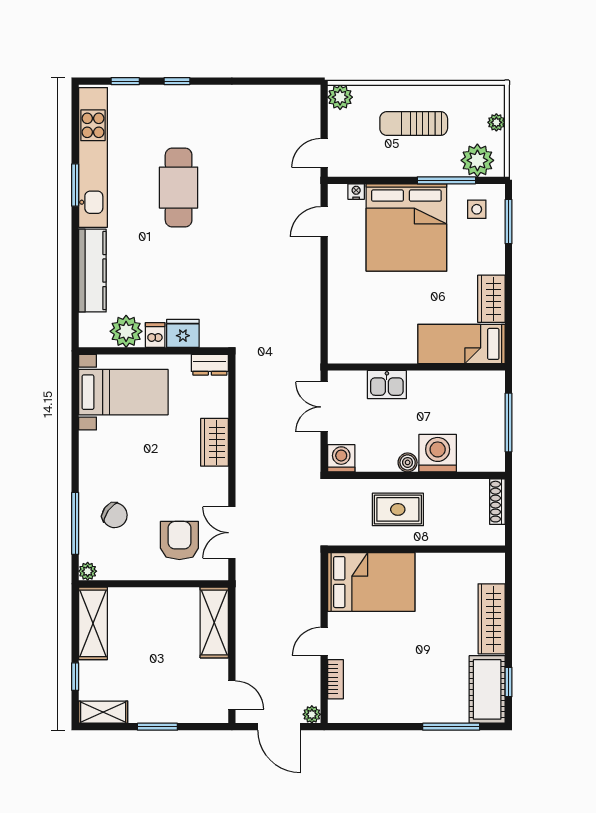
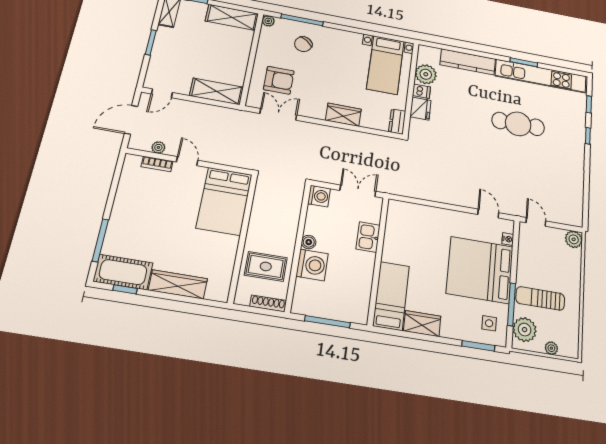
sun lounger: (414, 123) -> (540, 298), moved, turned -90
rug: (398, 509) -> (266, 266), moved, turned 90
plant: (312, 714) -> (158, 147), moved

